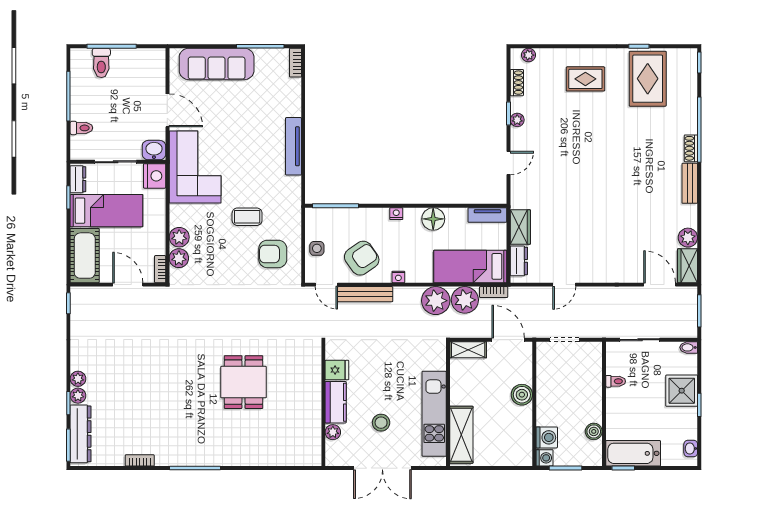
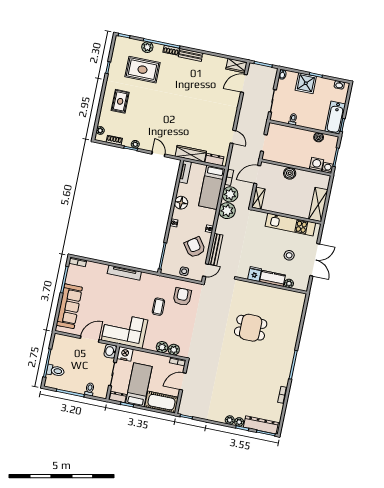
rug: (648, 79) -> (143, 70), moved
wardrobe: (520, 227) -> (191, 154), width x1.50
plant: (688, 238) -> (147, 47), moved
armchair: (273, 254) -> (182, 297), turned 180
shelving: (461, 435) -> (318, 204), moved, turned 90

